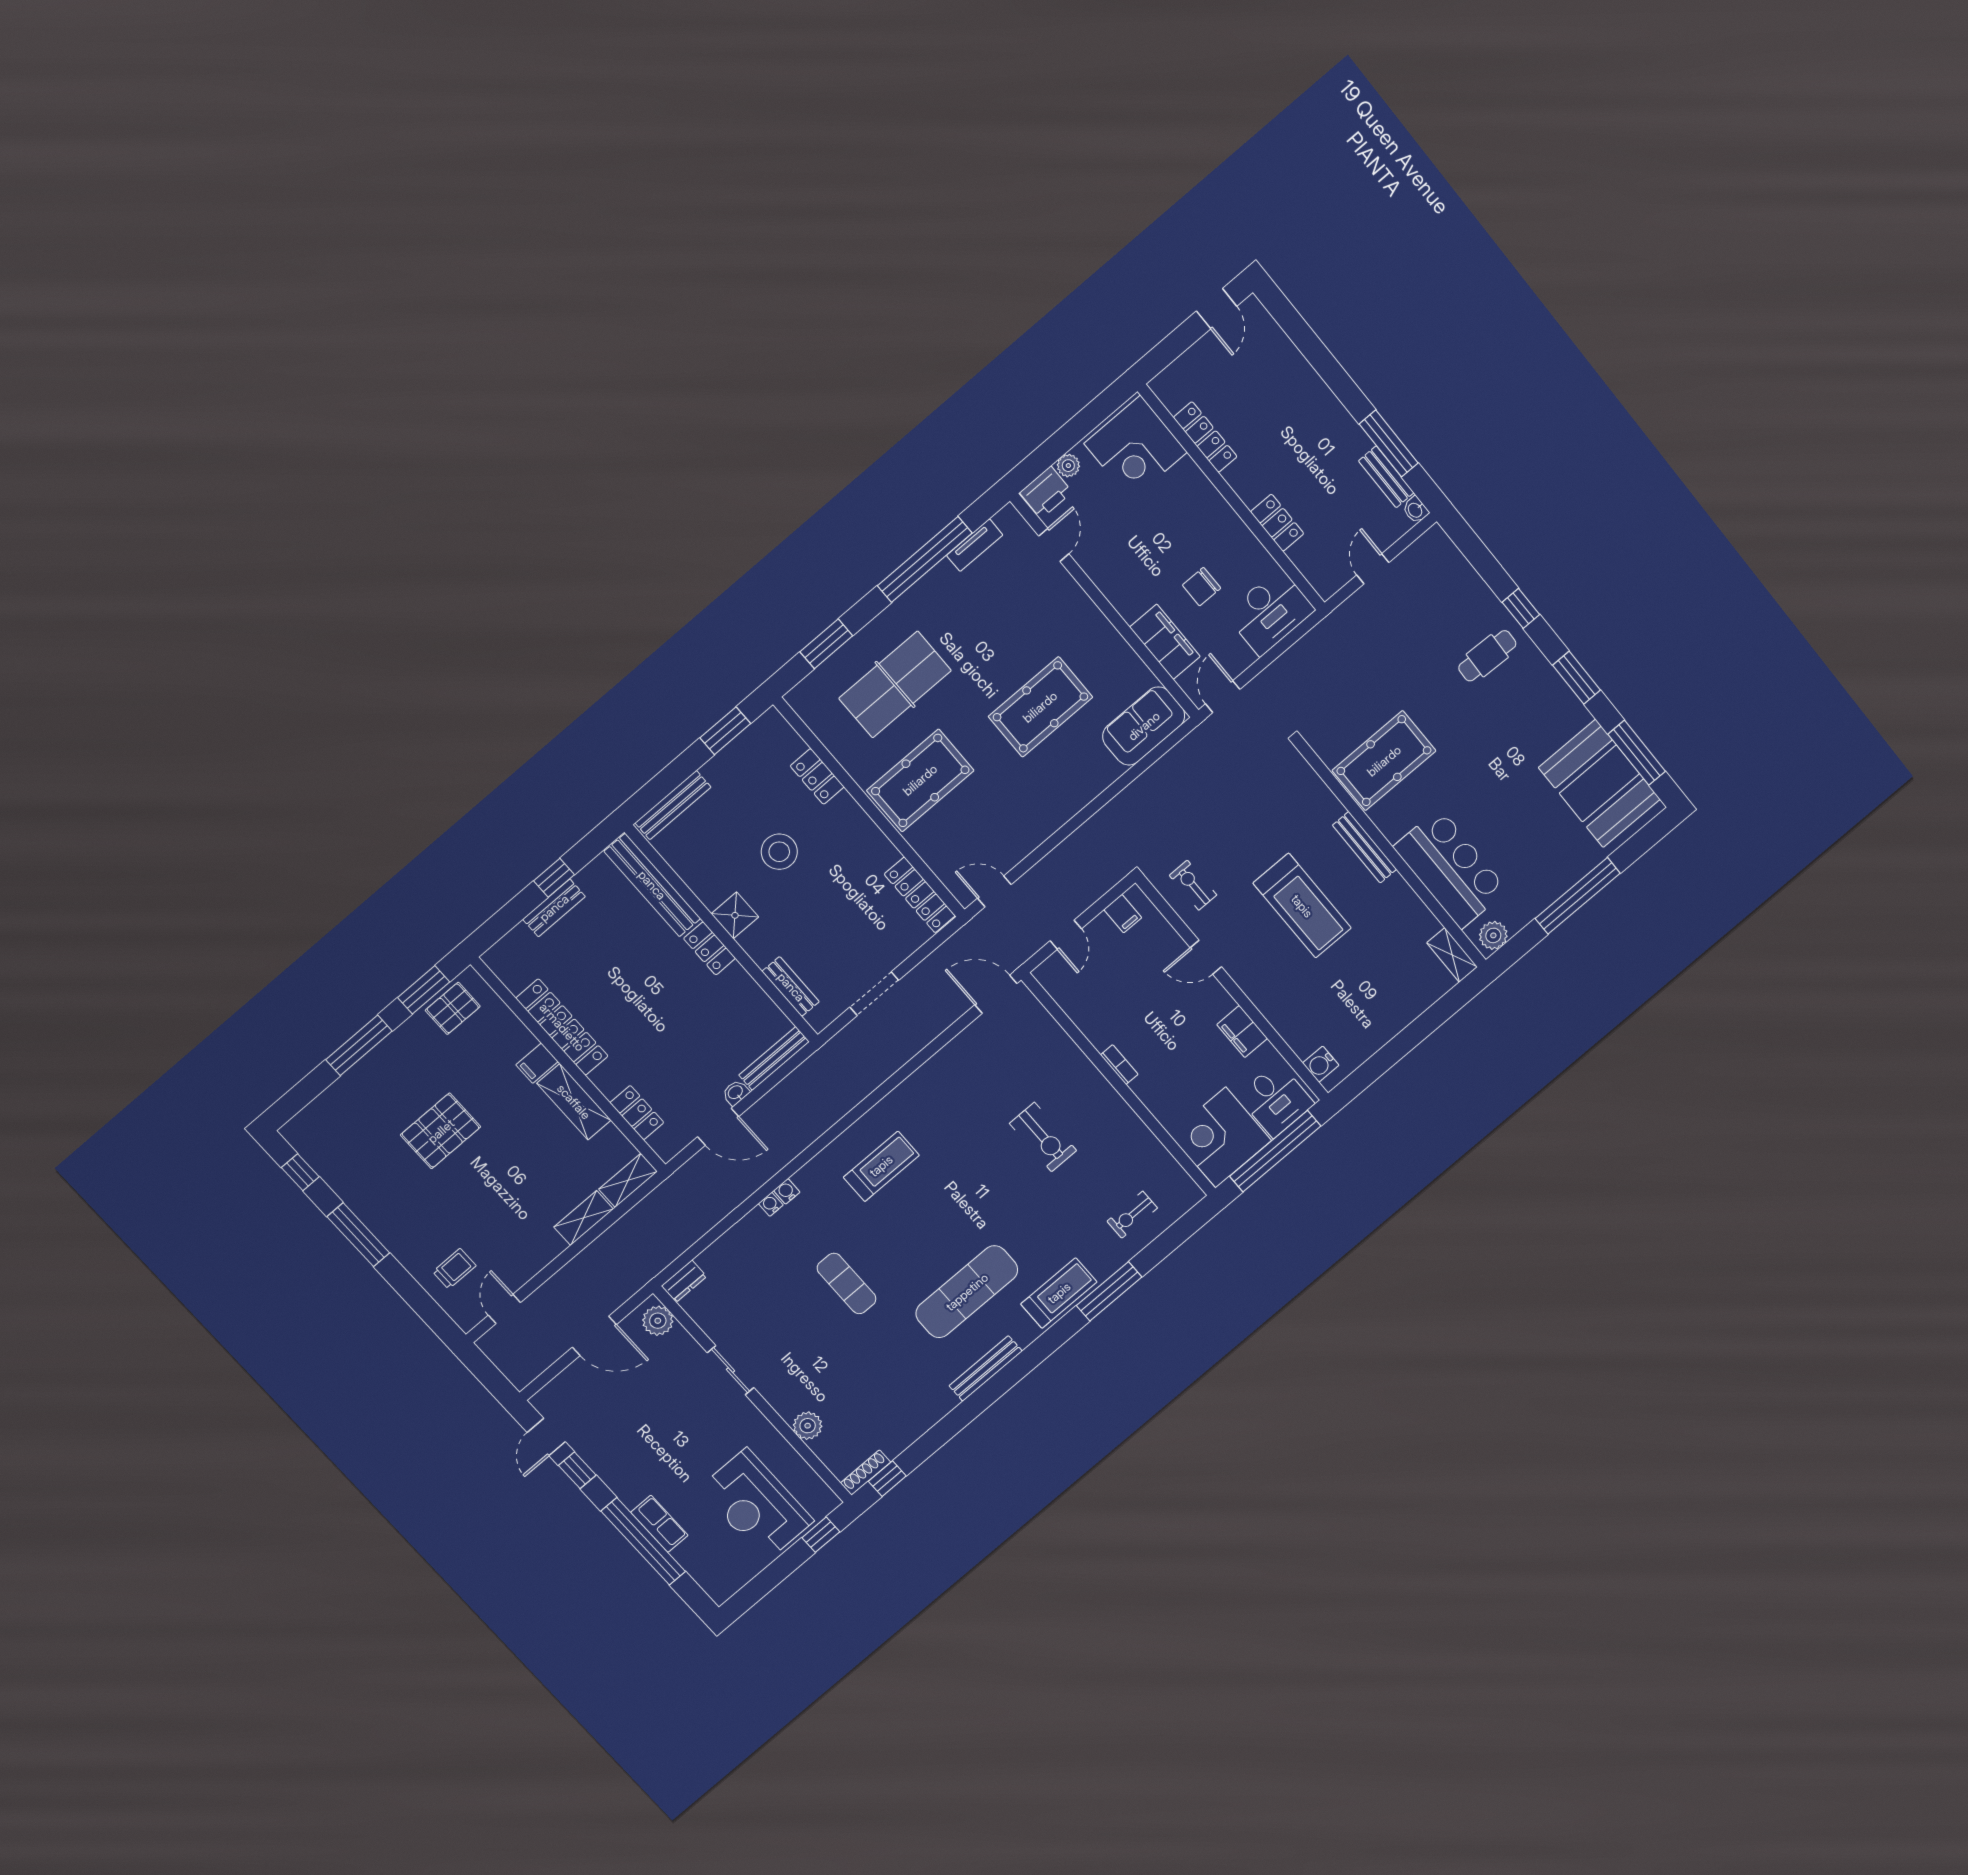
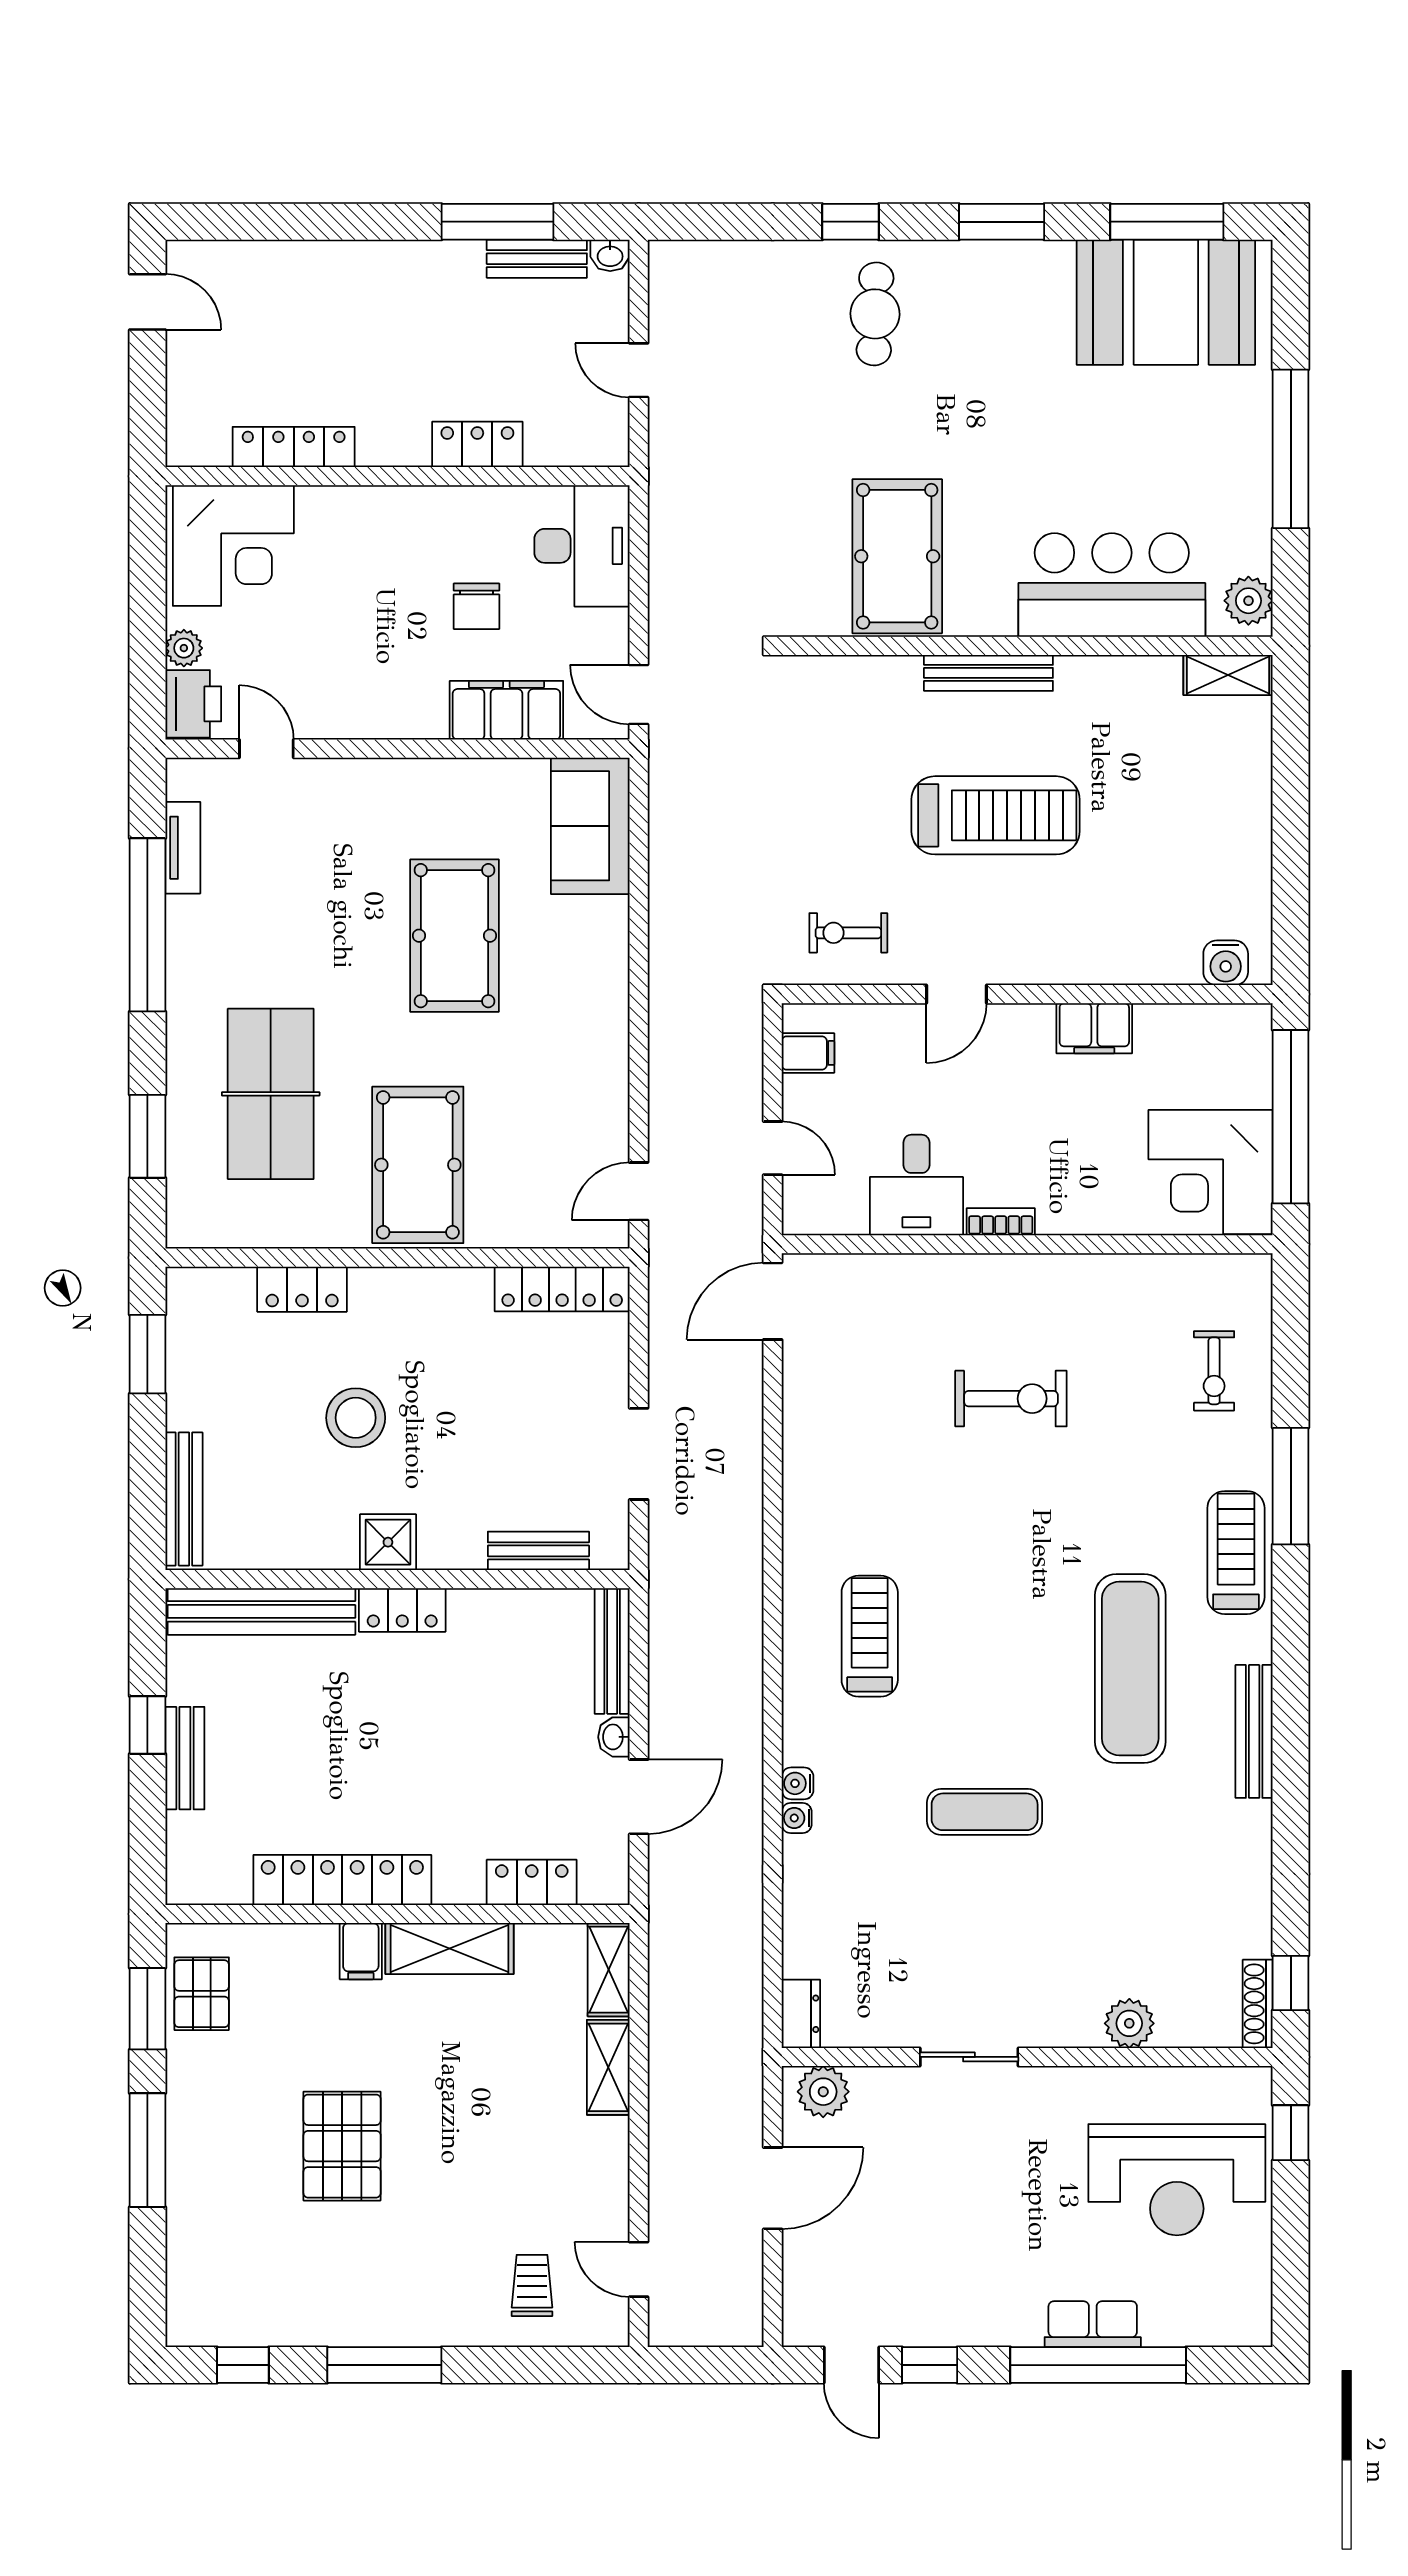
desk: (1276, 1100) -> (916, 1185), moved, turned 90

